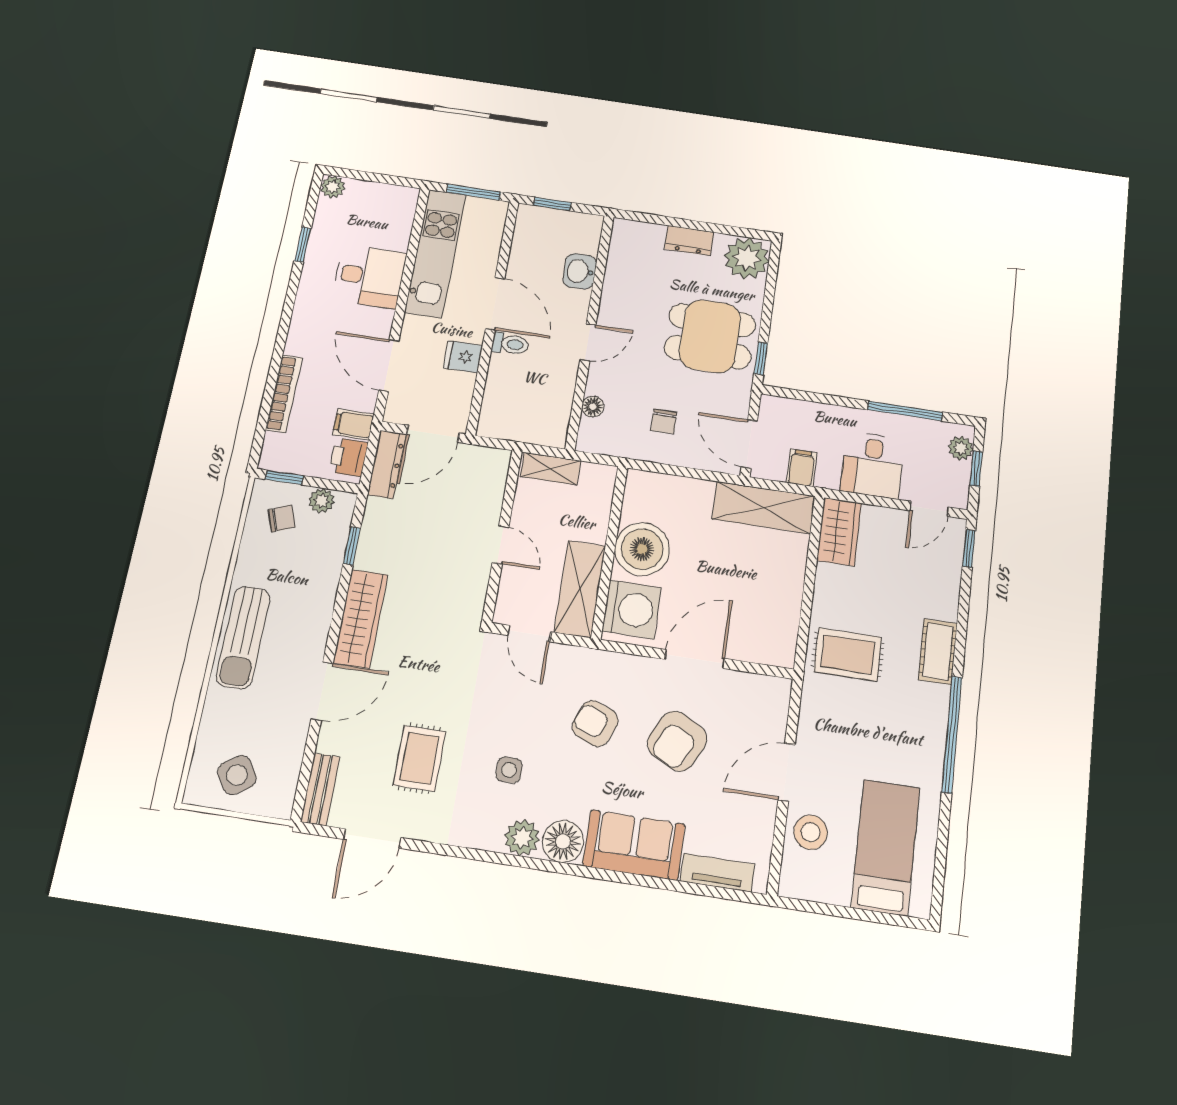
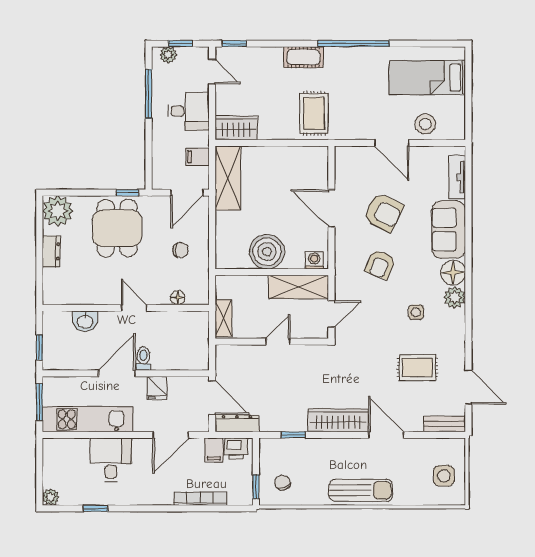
plant: (322, 501) -> (267, 460), removed
washing machine: (632, 609) -> (314, 260), width x0.53, depth x0.53
side table: (237, 775) -> (444, 476), turned 34

